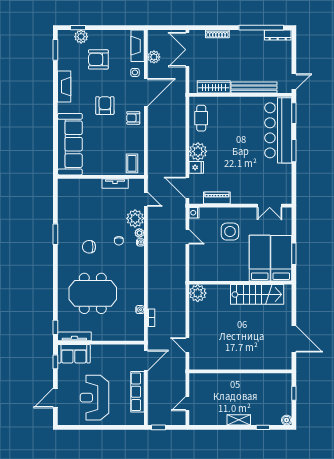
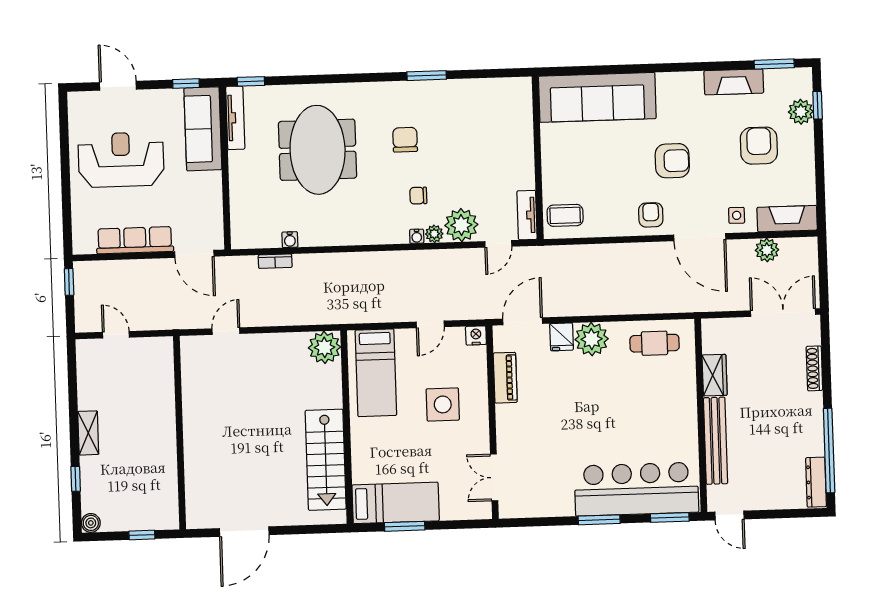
fireplace: (64, 87) -> (734, 82), moved
wardrobe: (214, 87) -> (715, 375), width x0.67
tv unit: (115, 183) -> (527, 215), moved
bed: (260, 258) -> (376, 373), moved, turned 90
sofa: (74, 354) -> (203, 129), width x1.36

